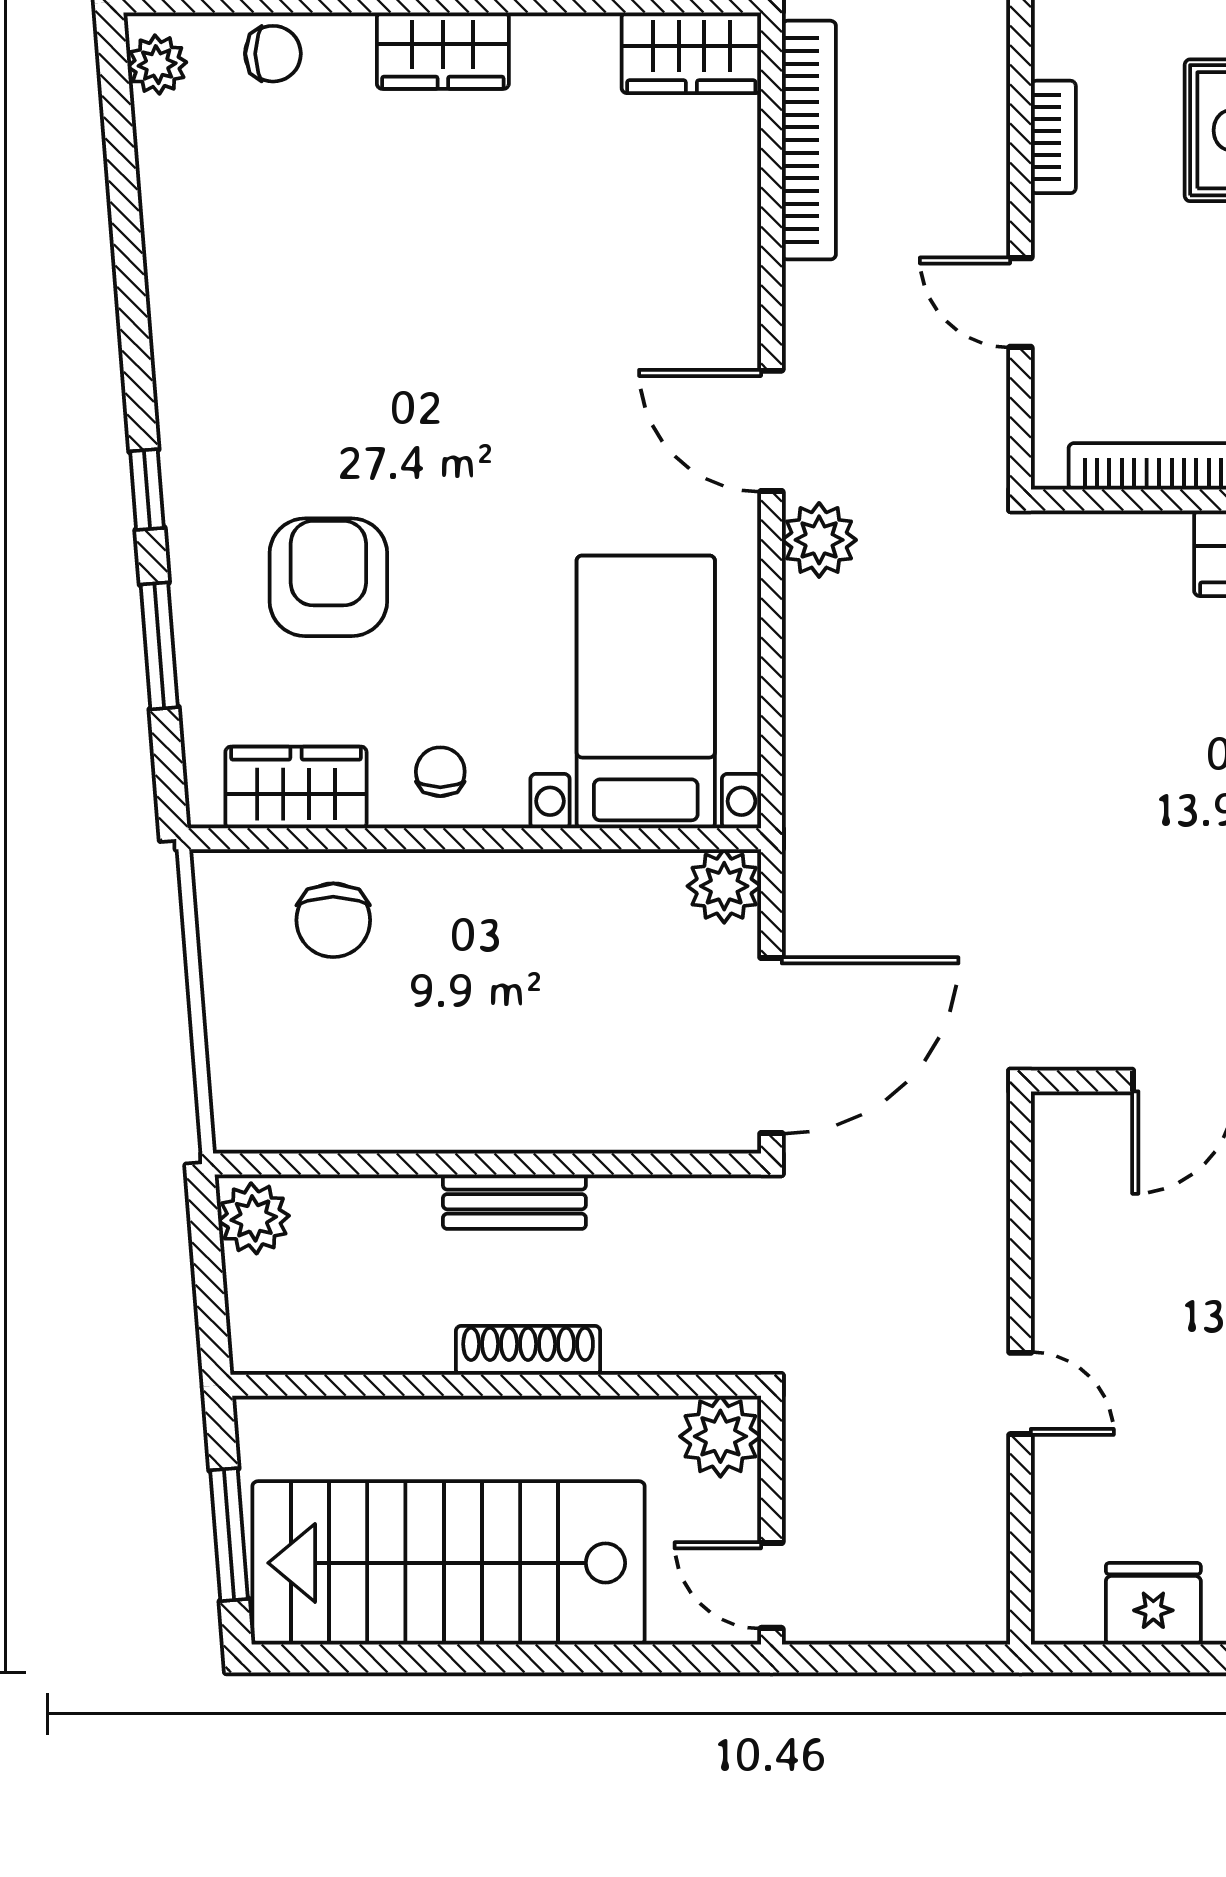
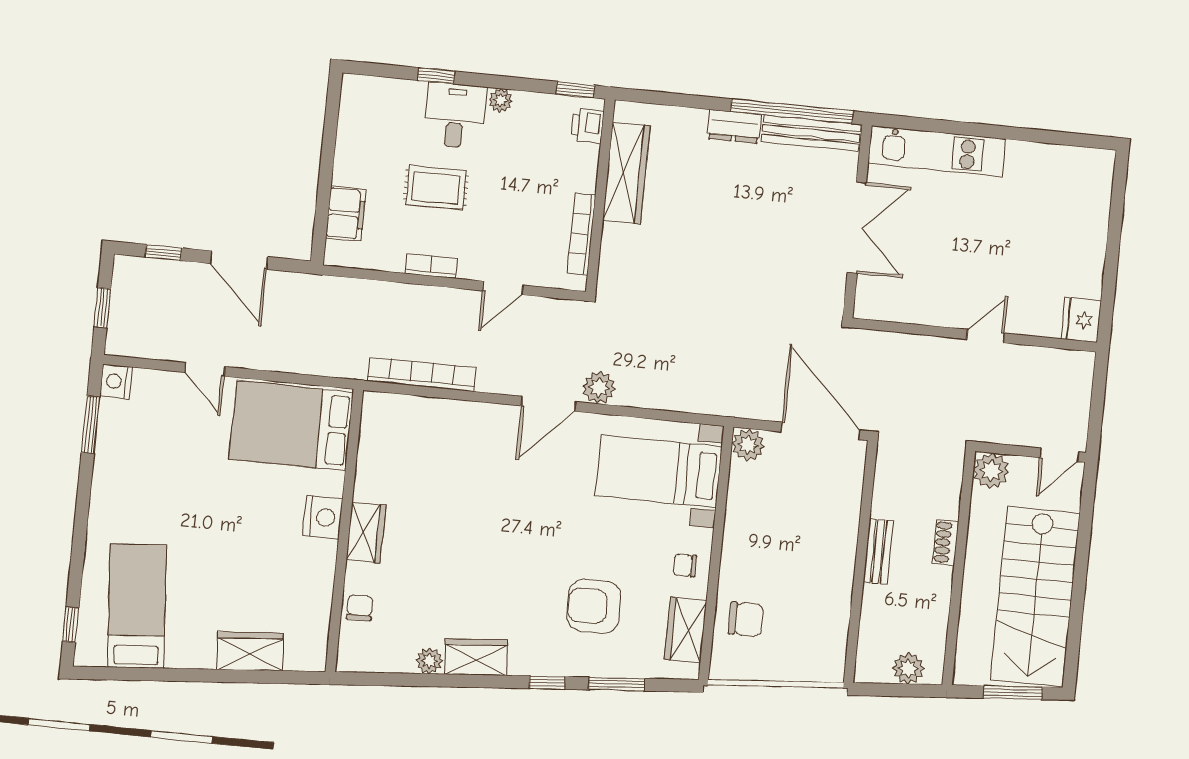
wardrobe: (691, 53) -> (476, 657), moved, turned -94
plant: (157, 65) -> (429, 661), moved
plant: (254, 1218) -> (908, 668), moved
shoe rack: (528, 1350) -> (946, 543), width x0.70
fridge: (1153, 1604) -> (1081, 320), moved

